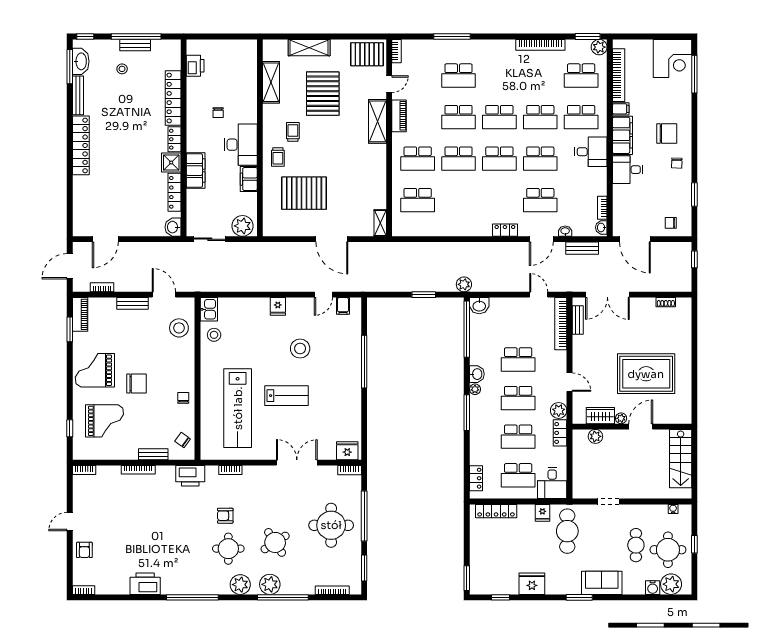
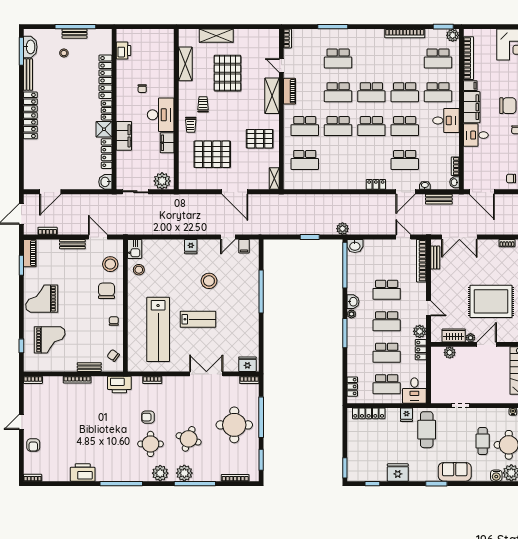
window: (85, 36) -> (34, 27), removed
pallet: (367, 54) -> (260, 139), moved
door: (389, 84) -> (281, 65), swing flipped
chair: (136, 384) -> (107, 291), moved, turned -90
round table: (275, 542) -> (189, 439), turned -38

